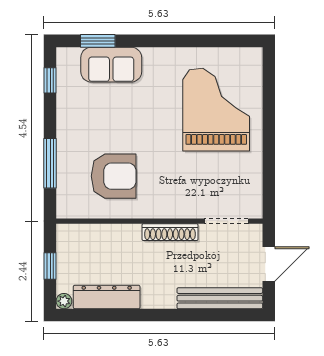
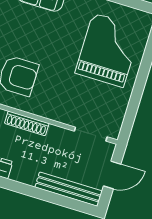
shoe rack: (170, 232) -> (27, 123), moved

